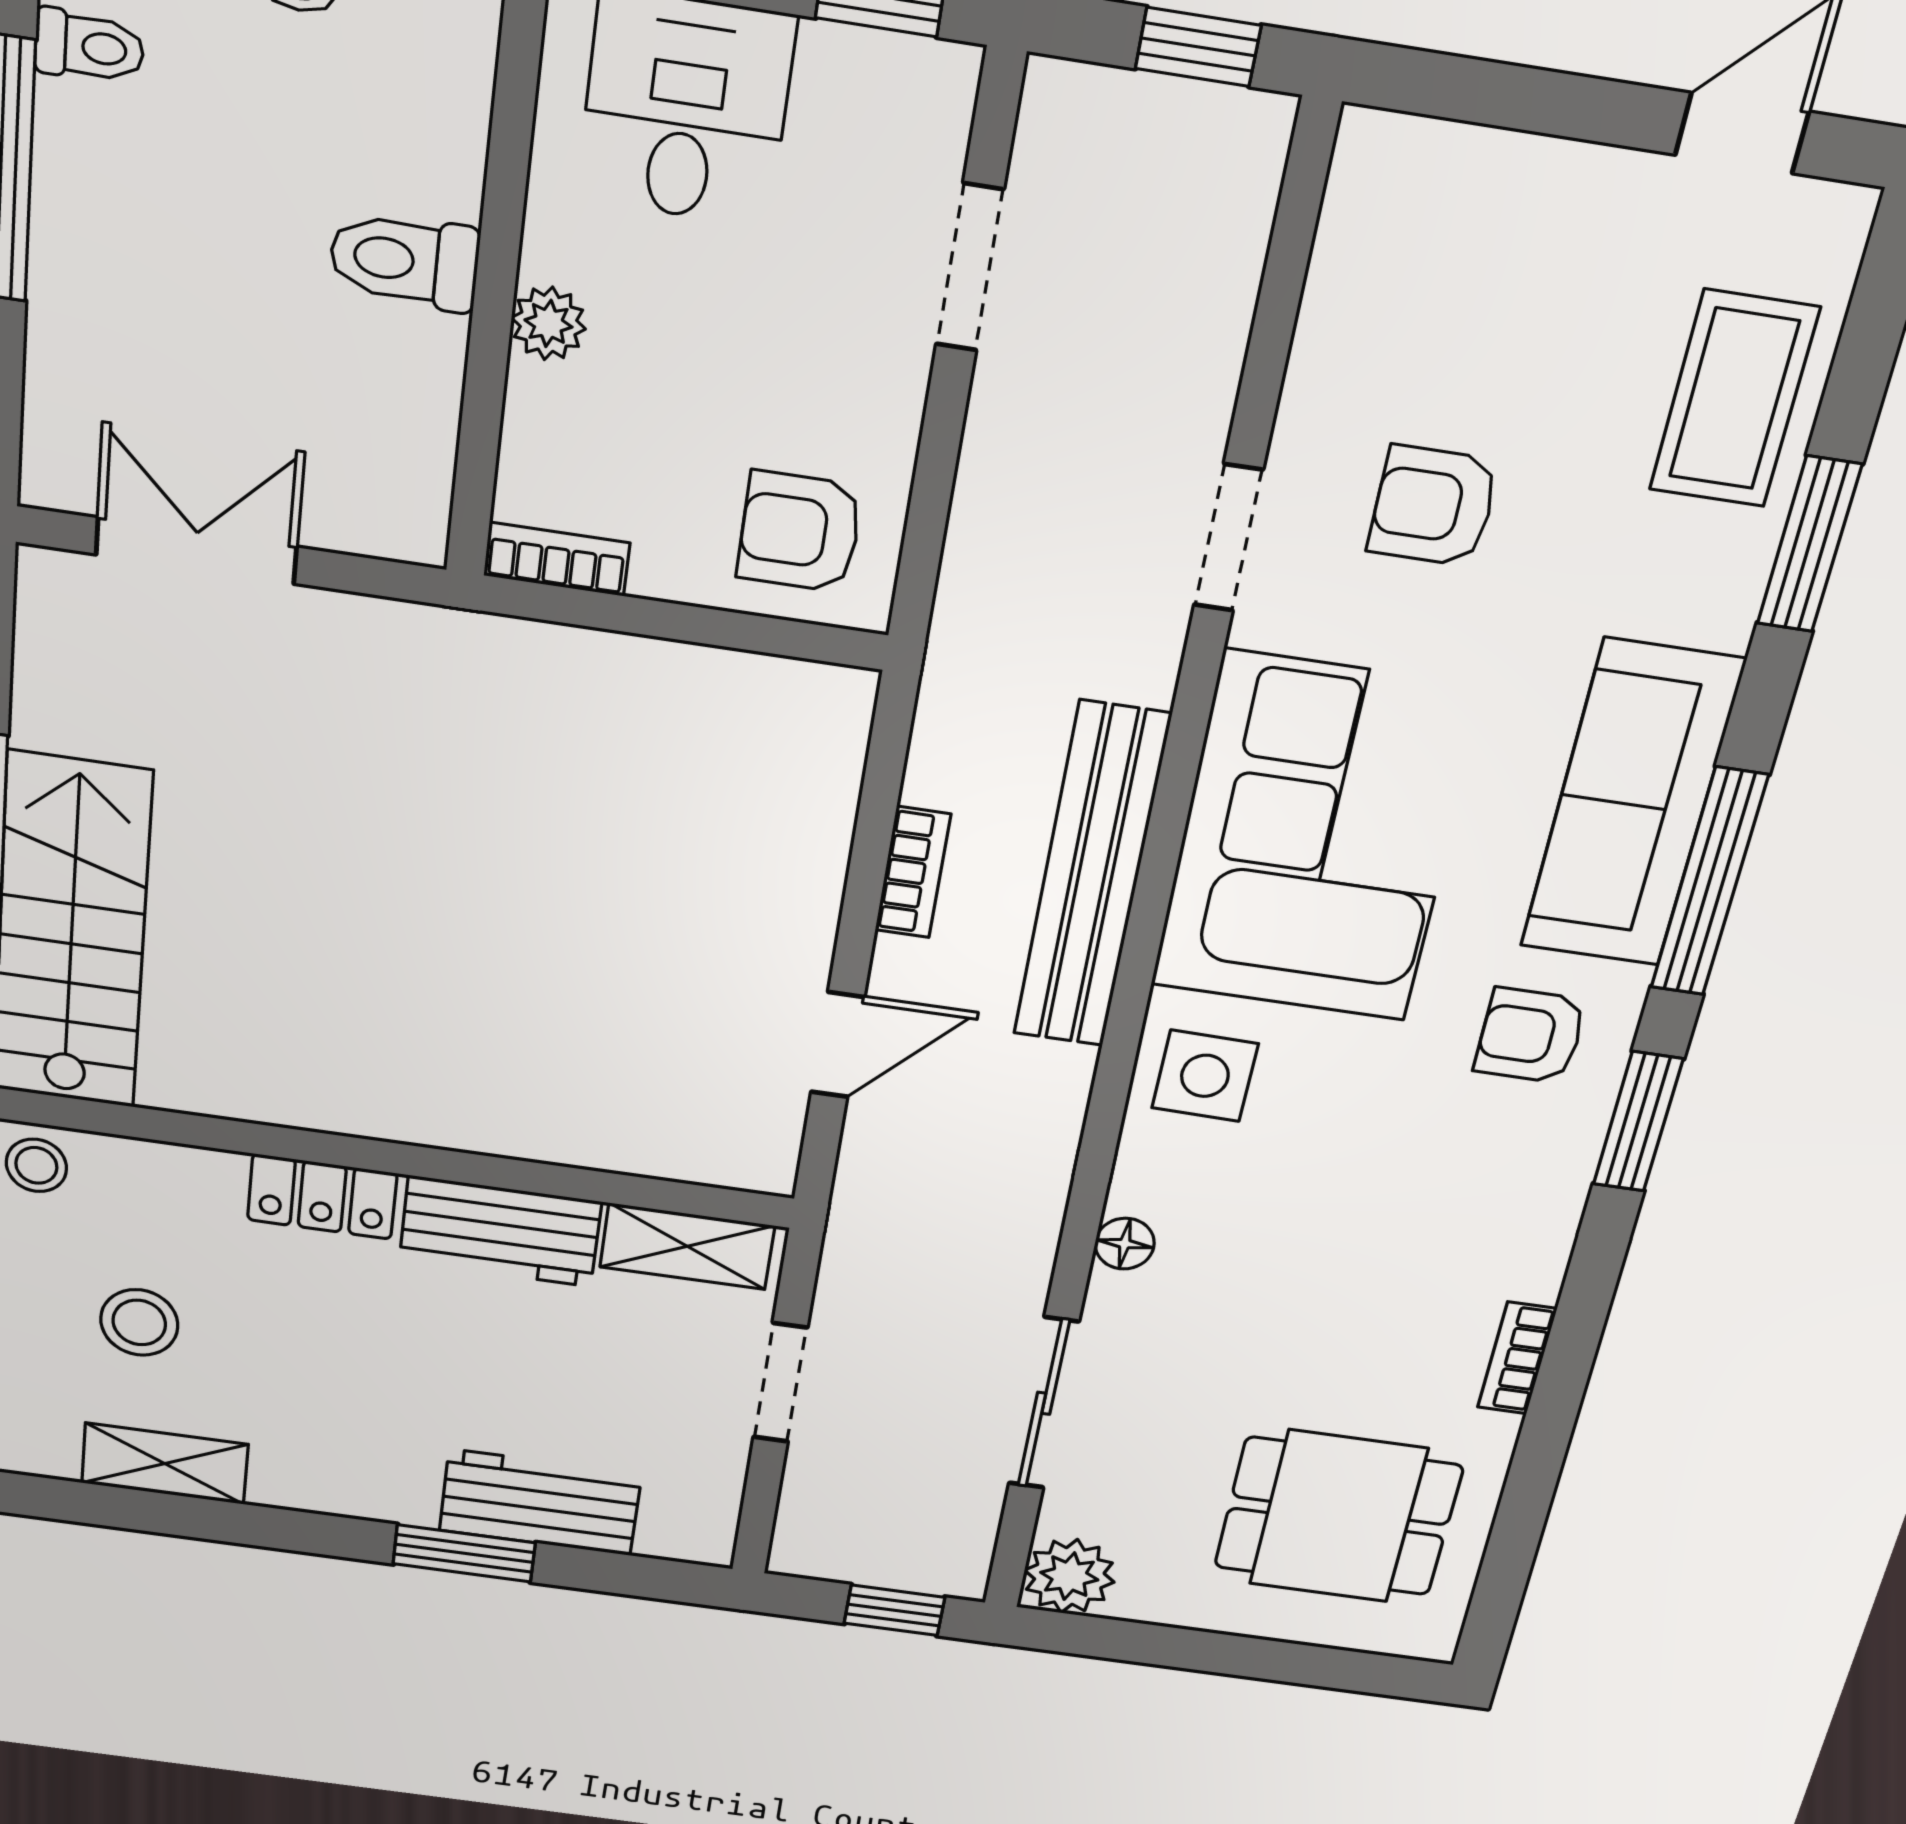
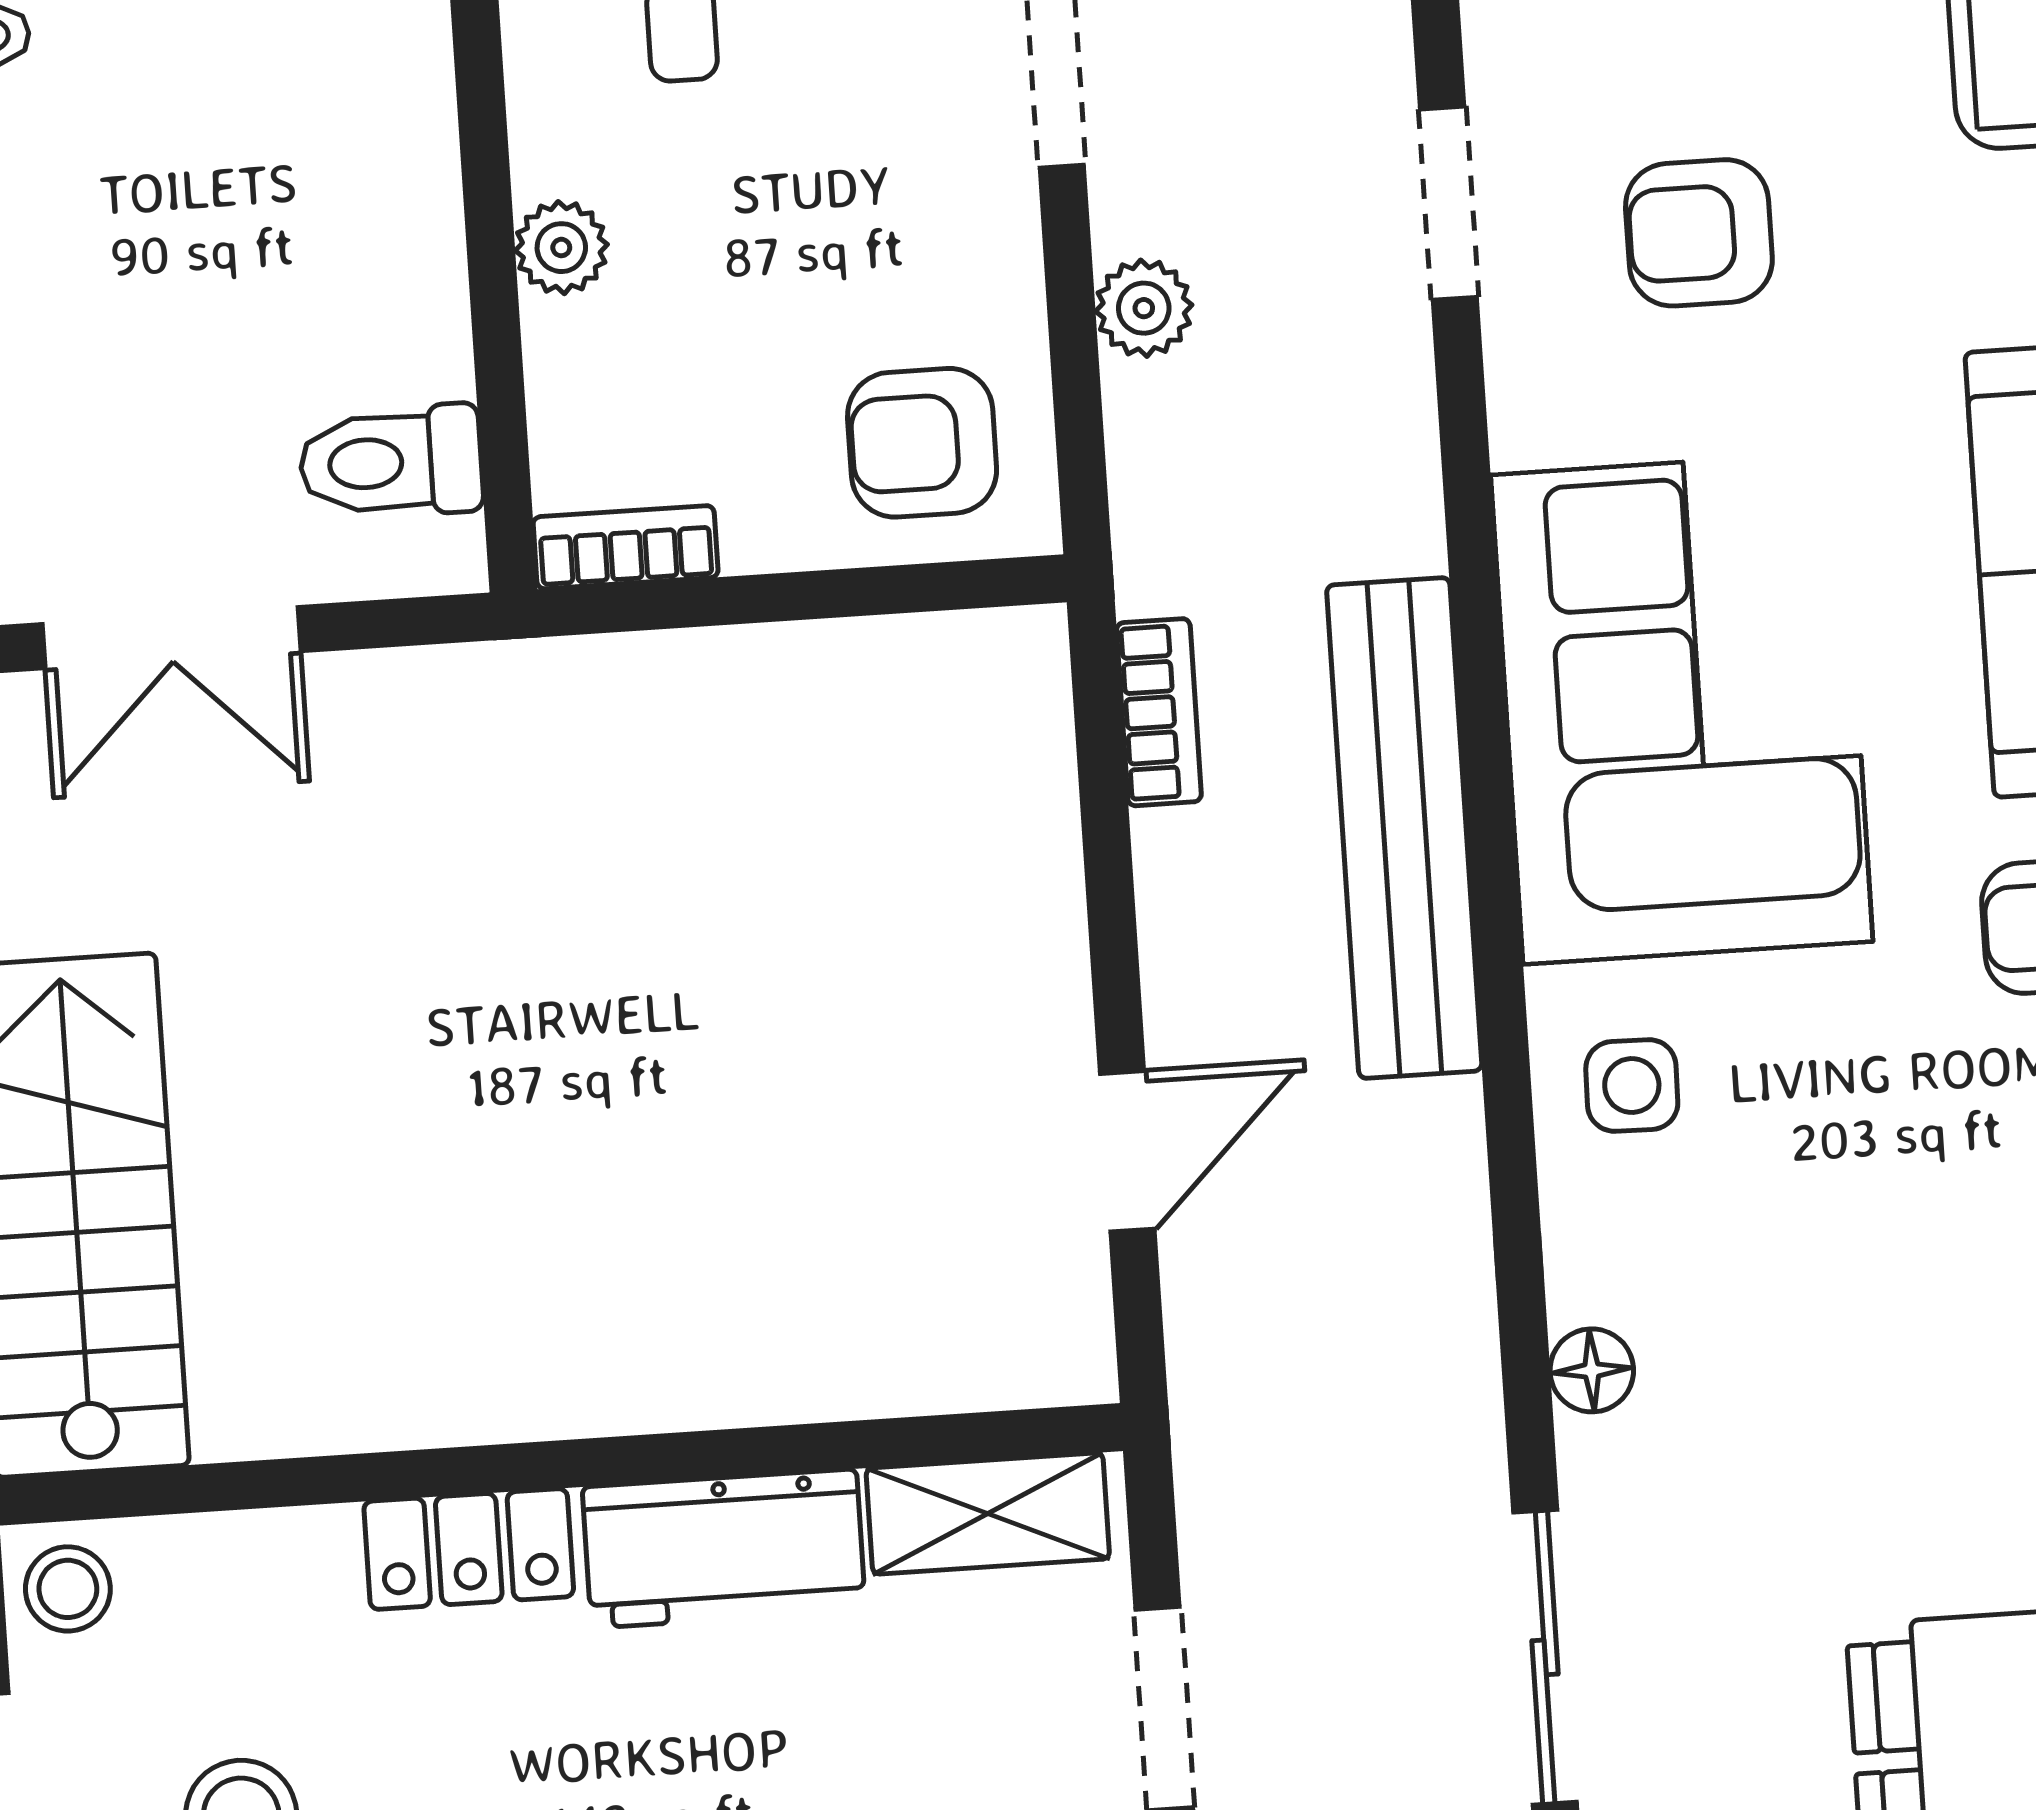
toilet: (404, 261) -> (391, 462), moved
plant: (993, 469) -> (1144, 308), added
doorway: (1228, 538) -> (1448, 203), moved
double door: (196, 551) -> (172, 638), swing flipped
bookcase: (913, 872) -> (1159, 712), moved
side table: (1205, 1076) -> (1632, 1085), width x0.73, depth x0.73

